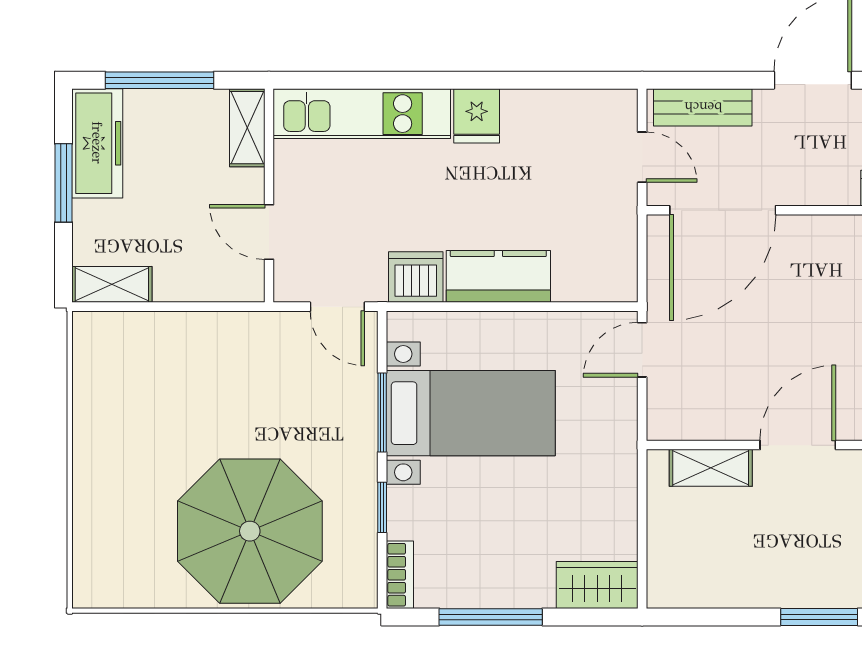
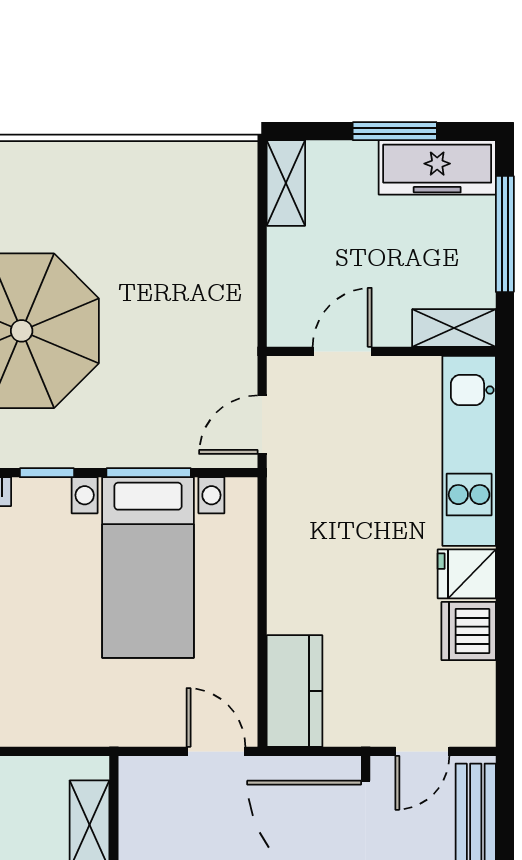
kitchen counter: (498, 276) -> (295, 691), moved
dishwasher: (416, 277) -> (469, 631), moved, turned 180

